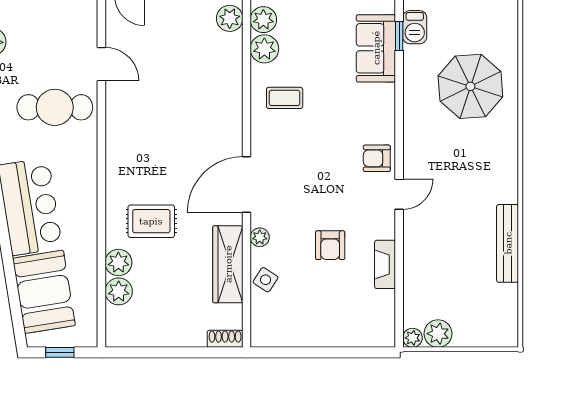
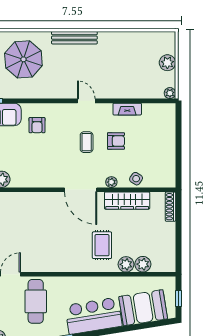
coffee table: (285, 98) -> (87, 142), moved
armchair: (377, 158) -> (37, 125), moved
bench: (508, 243) -> (74, 38), moved
plant: (438, 334) -> (167, 63), moved
shoe rack: (225, 339) -> (171, 207), width x1.43

